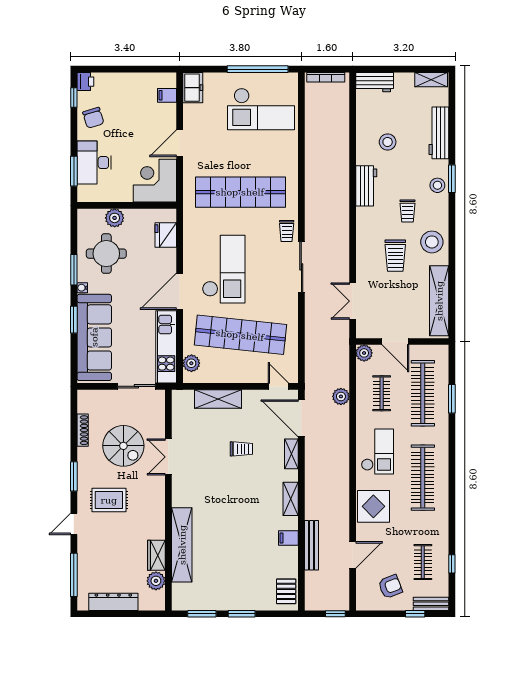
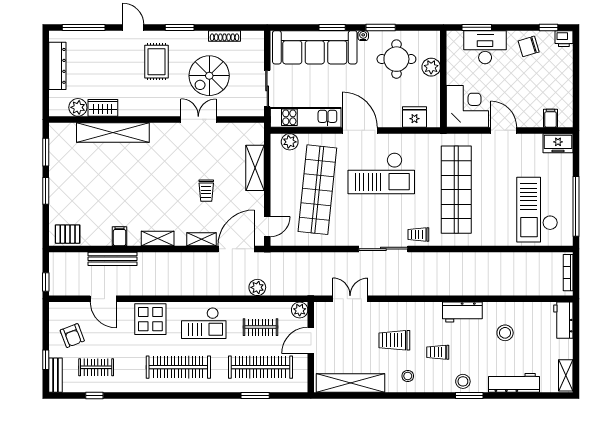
stool: (432, 242) -> (408, 376), width x0.53, depth x0.53

